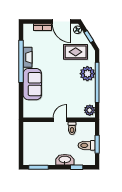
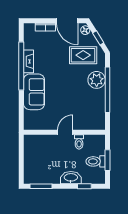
plant: (90, 110) -> (99, 121), removed

